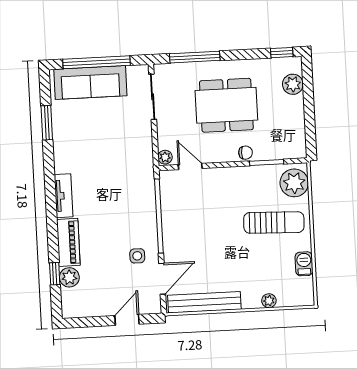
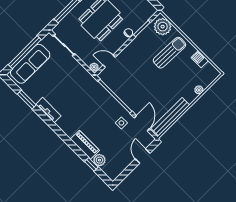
tv unit: (64, 196) -> (48, 110), moved

